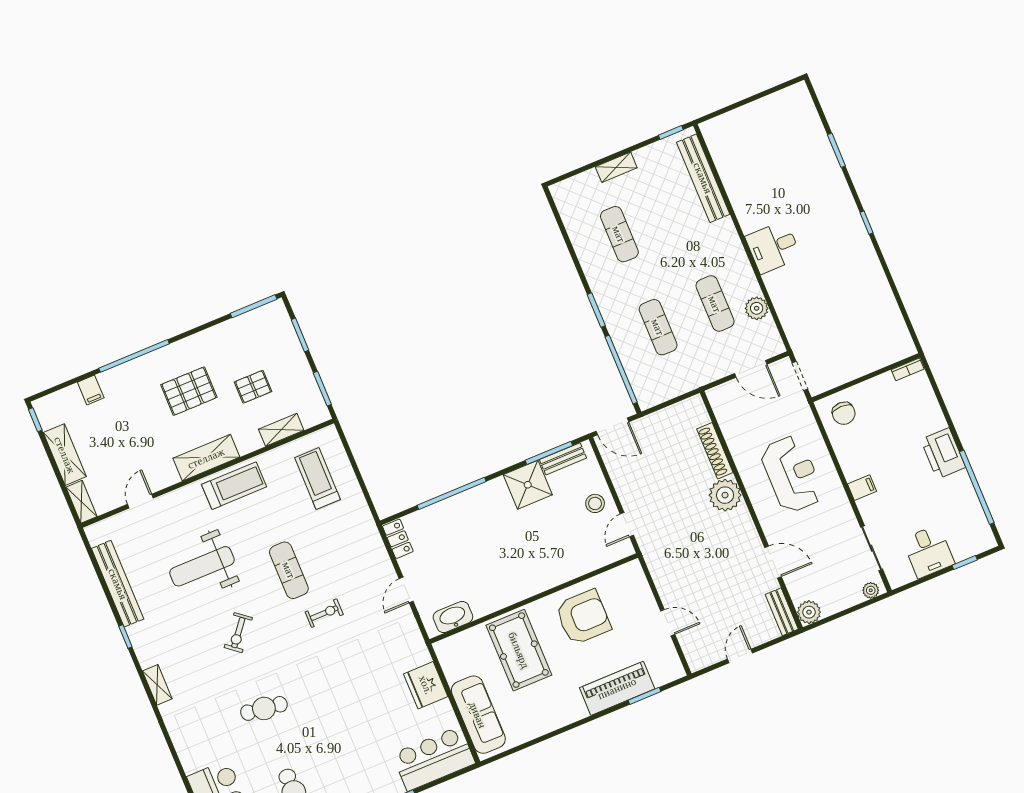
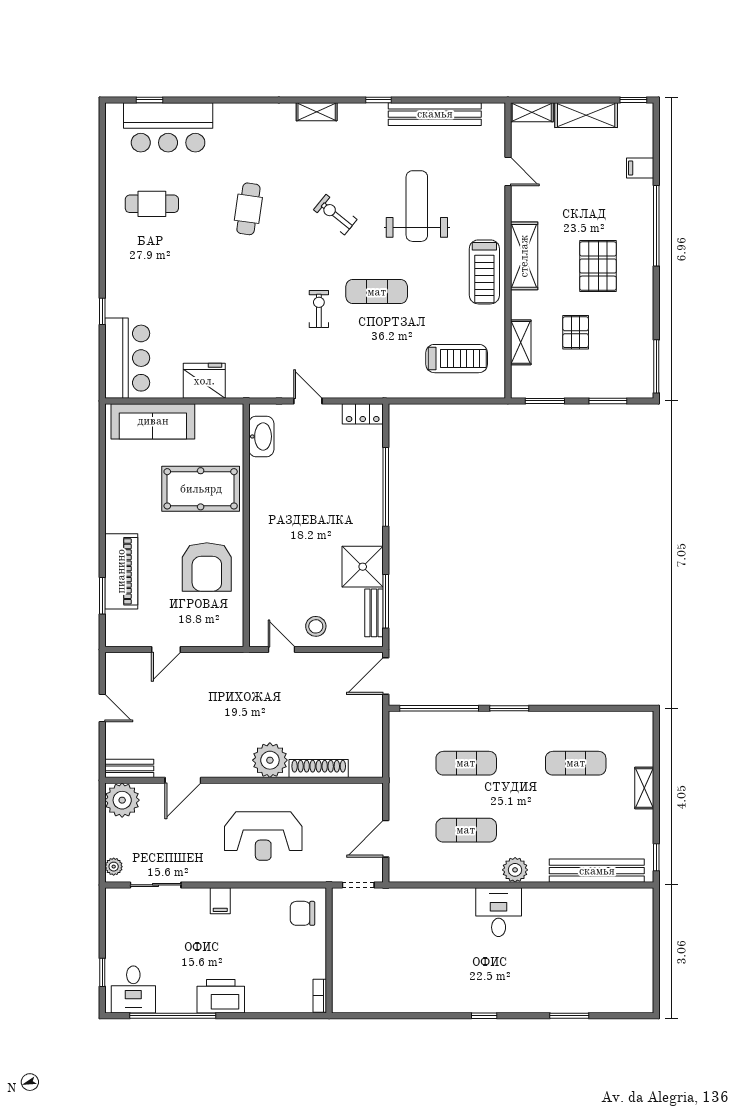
plant: (757, 308) -> (515, 870), moved
desk: (928, 551) -> (133, 989), moved, turned -90
plant: (809, 612) -> (122, 800), width x1.36, depth x1.36
exercise bike: (324, 613) -> (319, 309), turned 180

